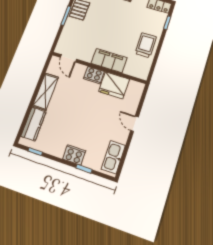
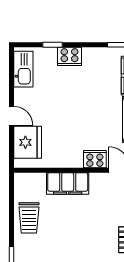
cooker: (94, 75) -> (95, 159), moved
fridge: (114, 85) -> (28, 142), moved, turned 90

